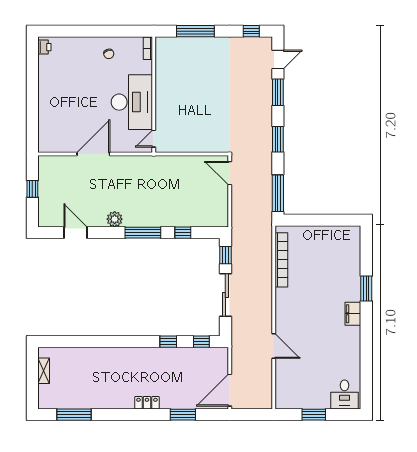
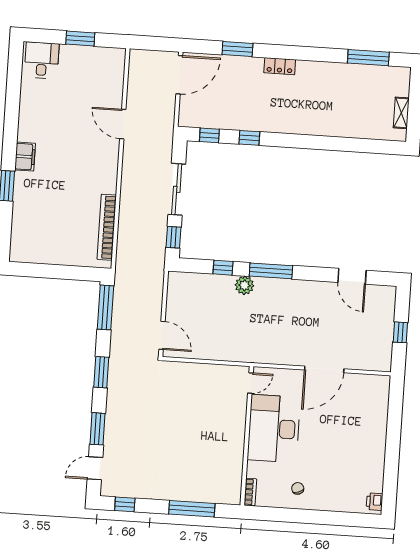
plant: (115, 219) -> (244, 285), moved

